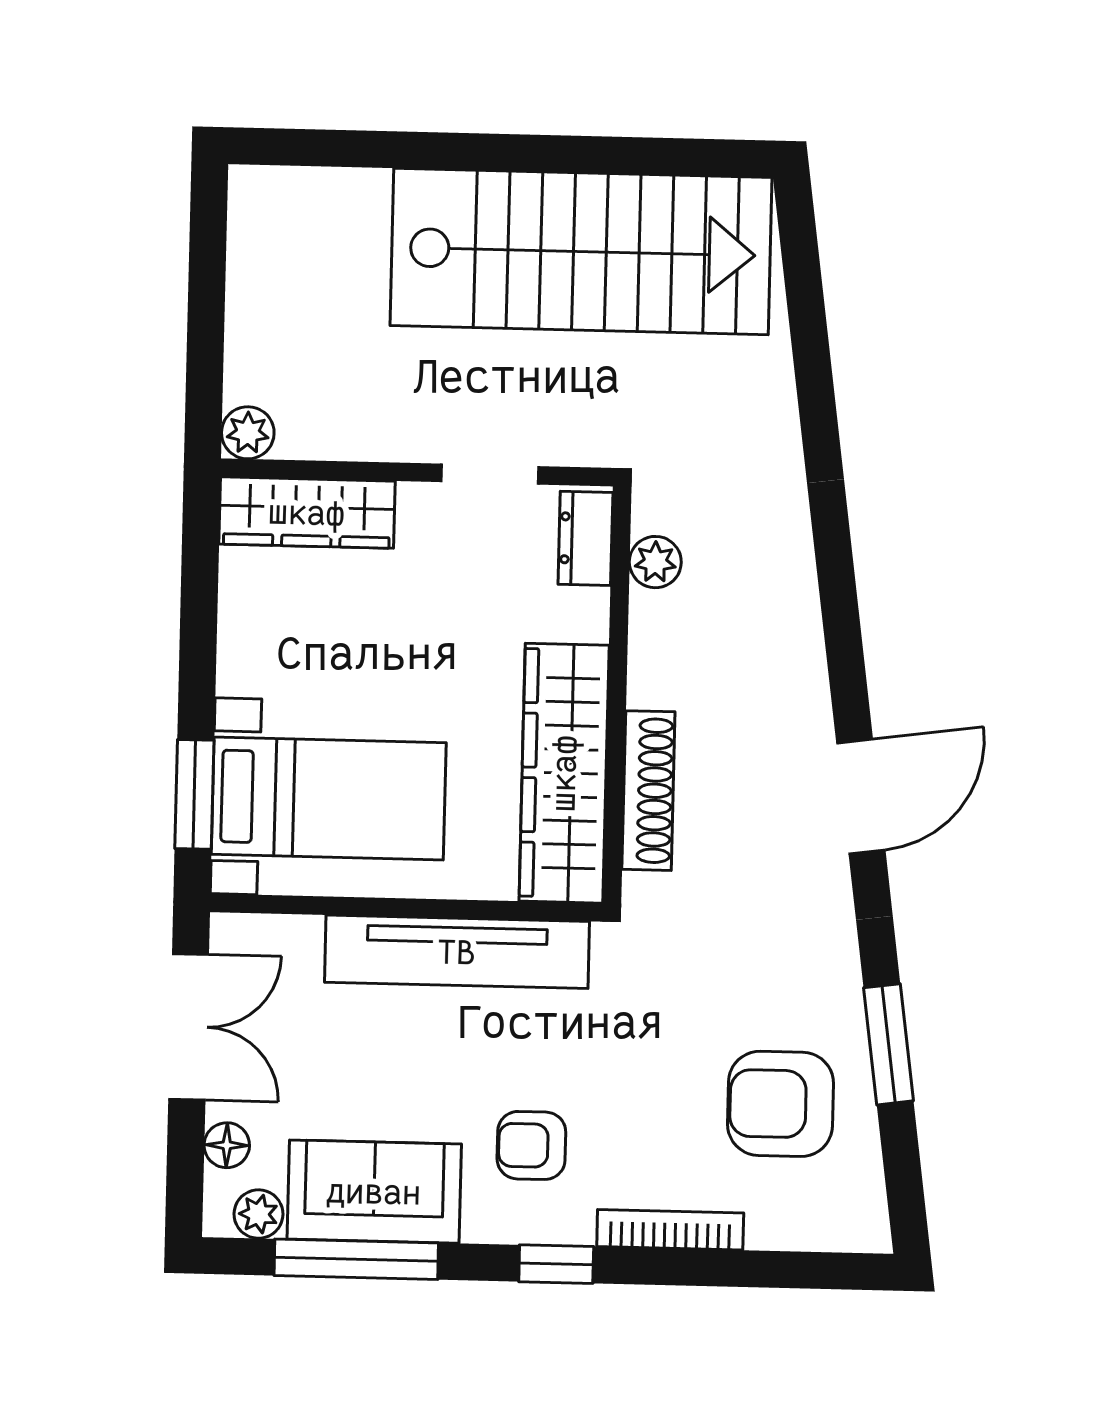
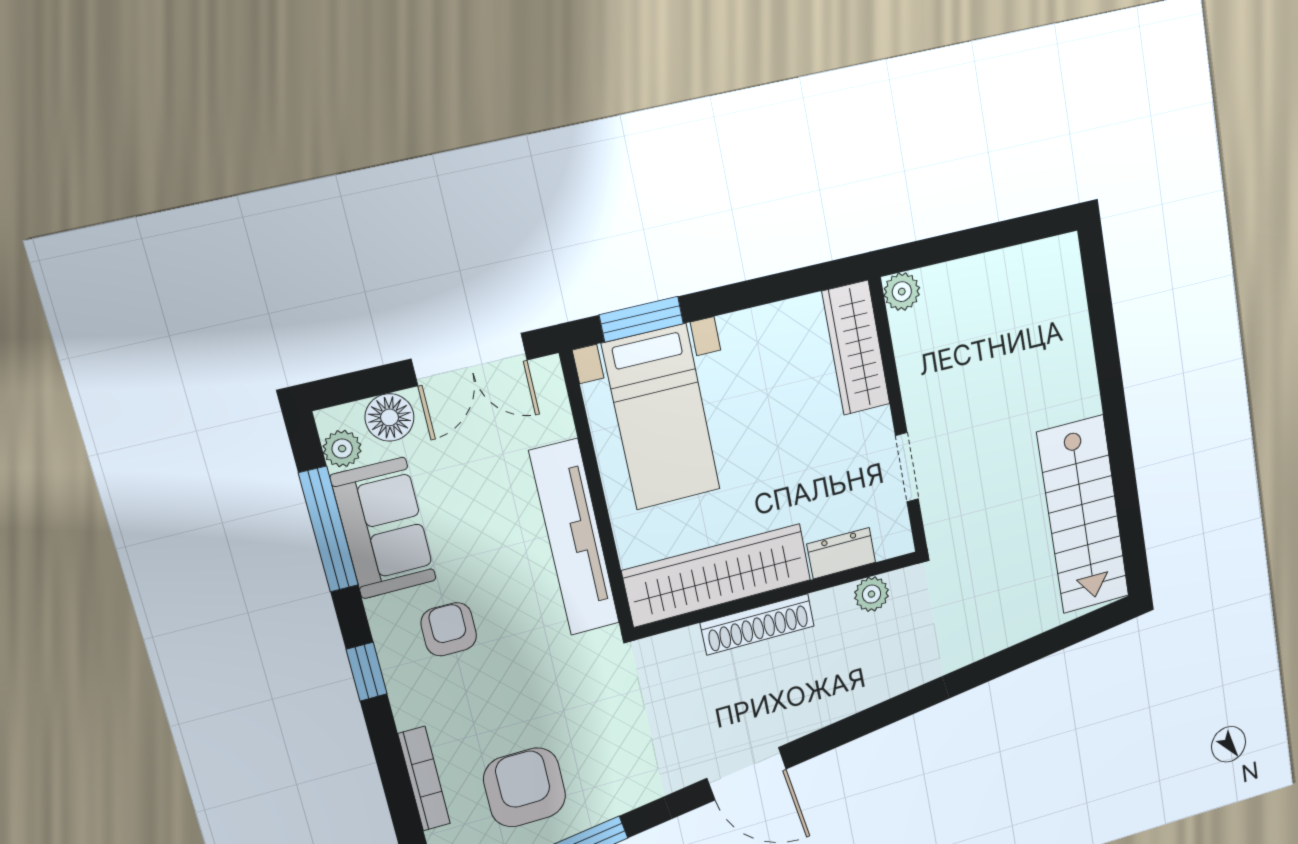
stairs: (581, 251) -> (1083, 515), width x0.73, depth x0.66
dresser: (585, 538) -> (841, 553), moved
shoe rack: (648, 791) -> (757, 624), moved
floor lamp: (227, 1145) -> (390, 417), width x1.37, depth x1.37
bookcase: (670, 1230) -> (424, 779), moved

